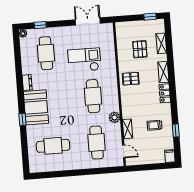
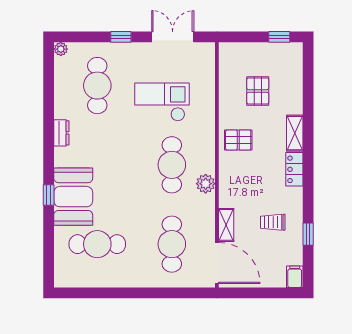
window: (40, 25) -> (121, 37), moved
shelving: (161, 43) -> (295, 84), removed
booth: (36, 107) -> (73, 197), moved
plant: (115, 117) -> (206, 184), moved
door: (124, 151) -> (217, 263), width x1.88

